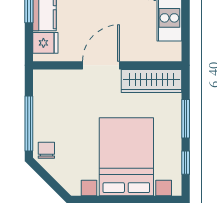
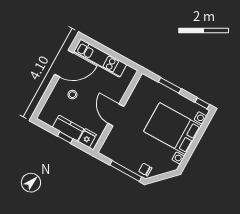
wardrobe: (151, 81) -> (139, 92), removed
window: (186, 163) -> (202, 103), moved

